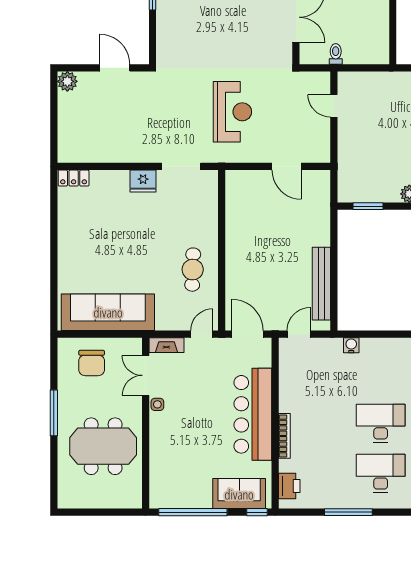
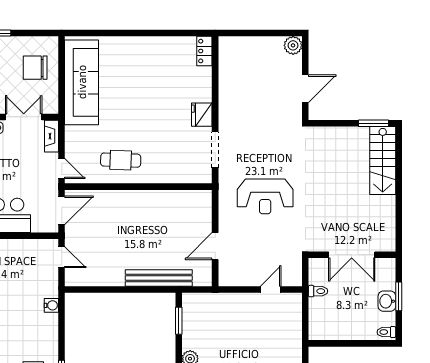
bench: (321, 284) -> (159, 278), moved

